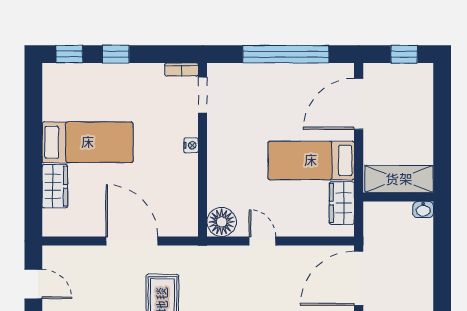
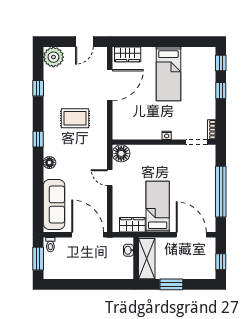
window: (442, 137) -> (171, 284), added
wardrobe: (55, 186) -> (128, 54), moved
washbasin: (423, 210) -> (128, 250), moved
door: (132, 241) -> (110, 85), moved
door: (262, 241) -> (110, 178), swing flipped

